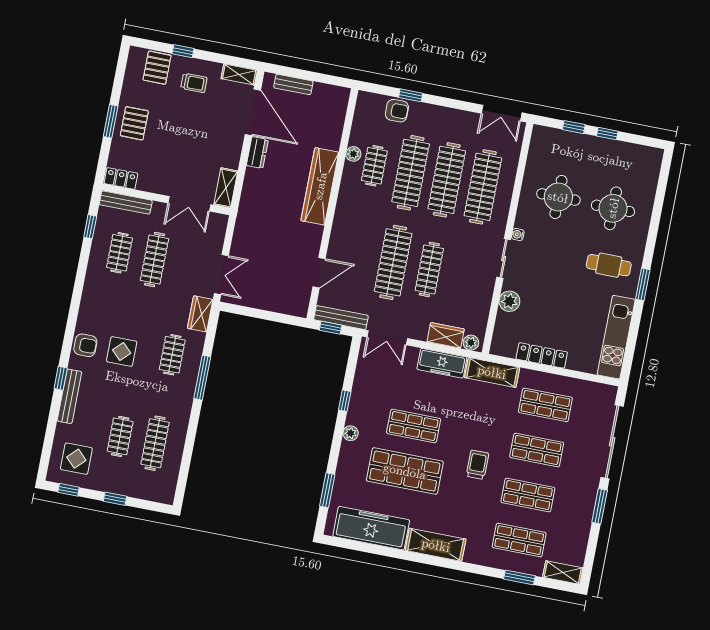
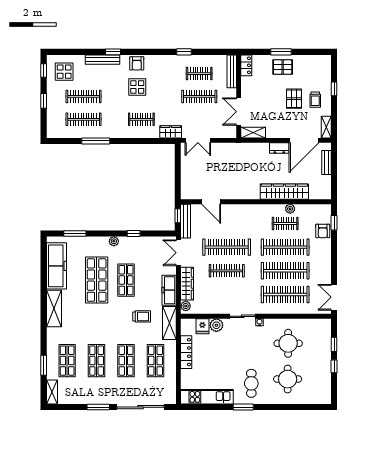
pallet: (157, 68) -> (294, 99), moved, turned 90
window: (411, 95) -> (334, 223), moved
wardrobe: (320, 186) -> (284, 192), moved
window: (90, 227) -> (184, 52), moved
fridge: (507, 323) -> (202, 326), added
wardrobe: (446, 335) -> (187, 284), width x1.50
window: (202, 378) -> (96, 141), moved
clothes rail: (120, 436) -> (84, 96), width x1.36
trolley: (477, 465) -> (142, 316), moved

